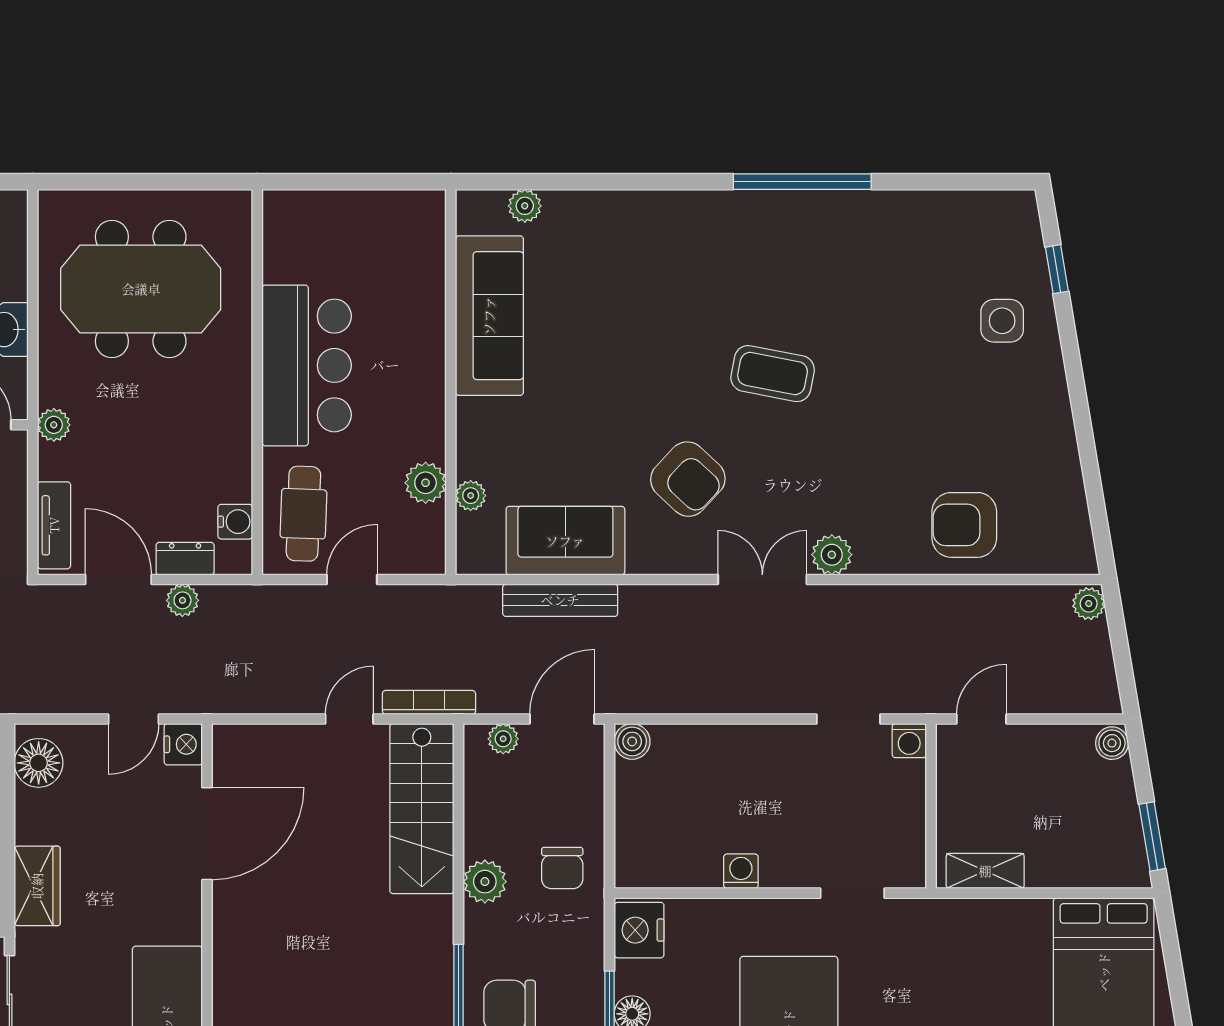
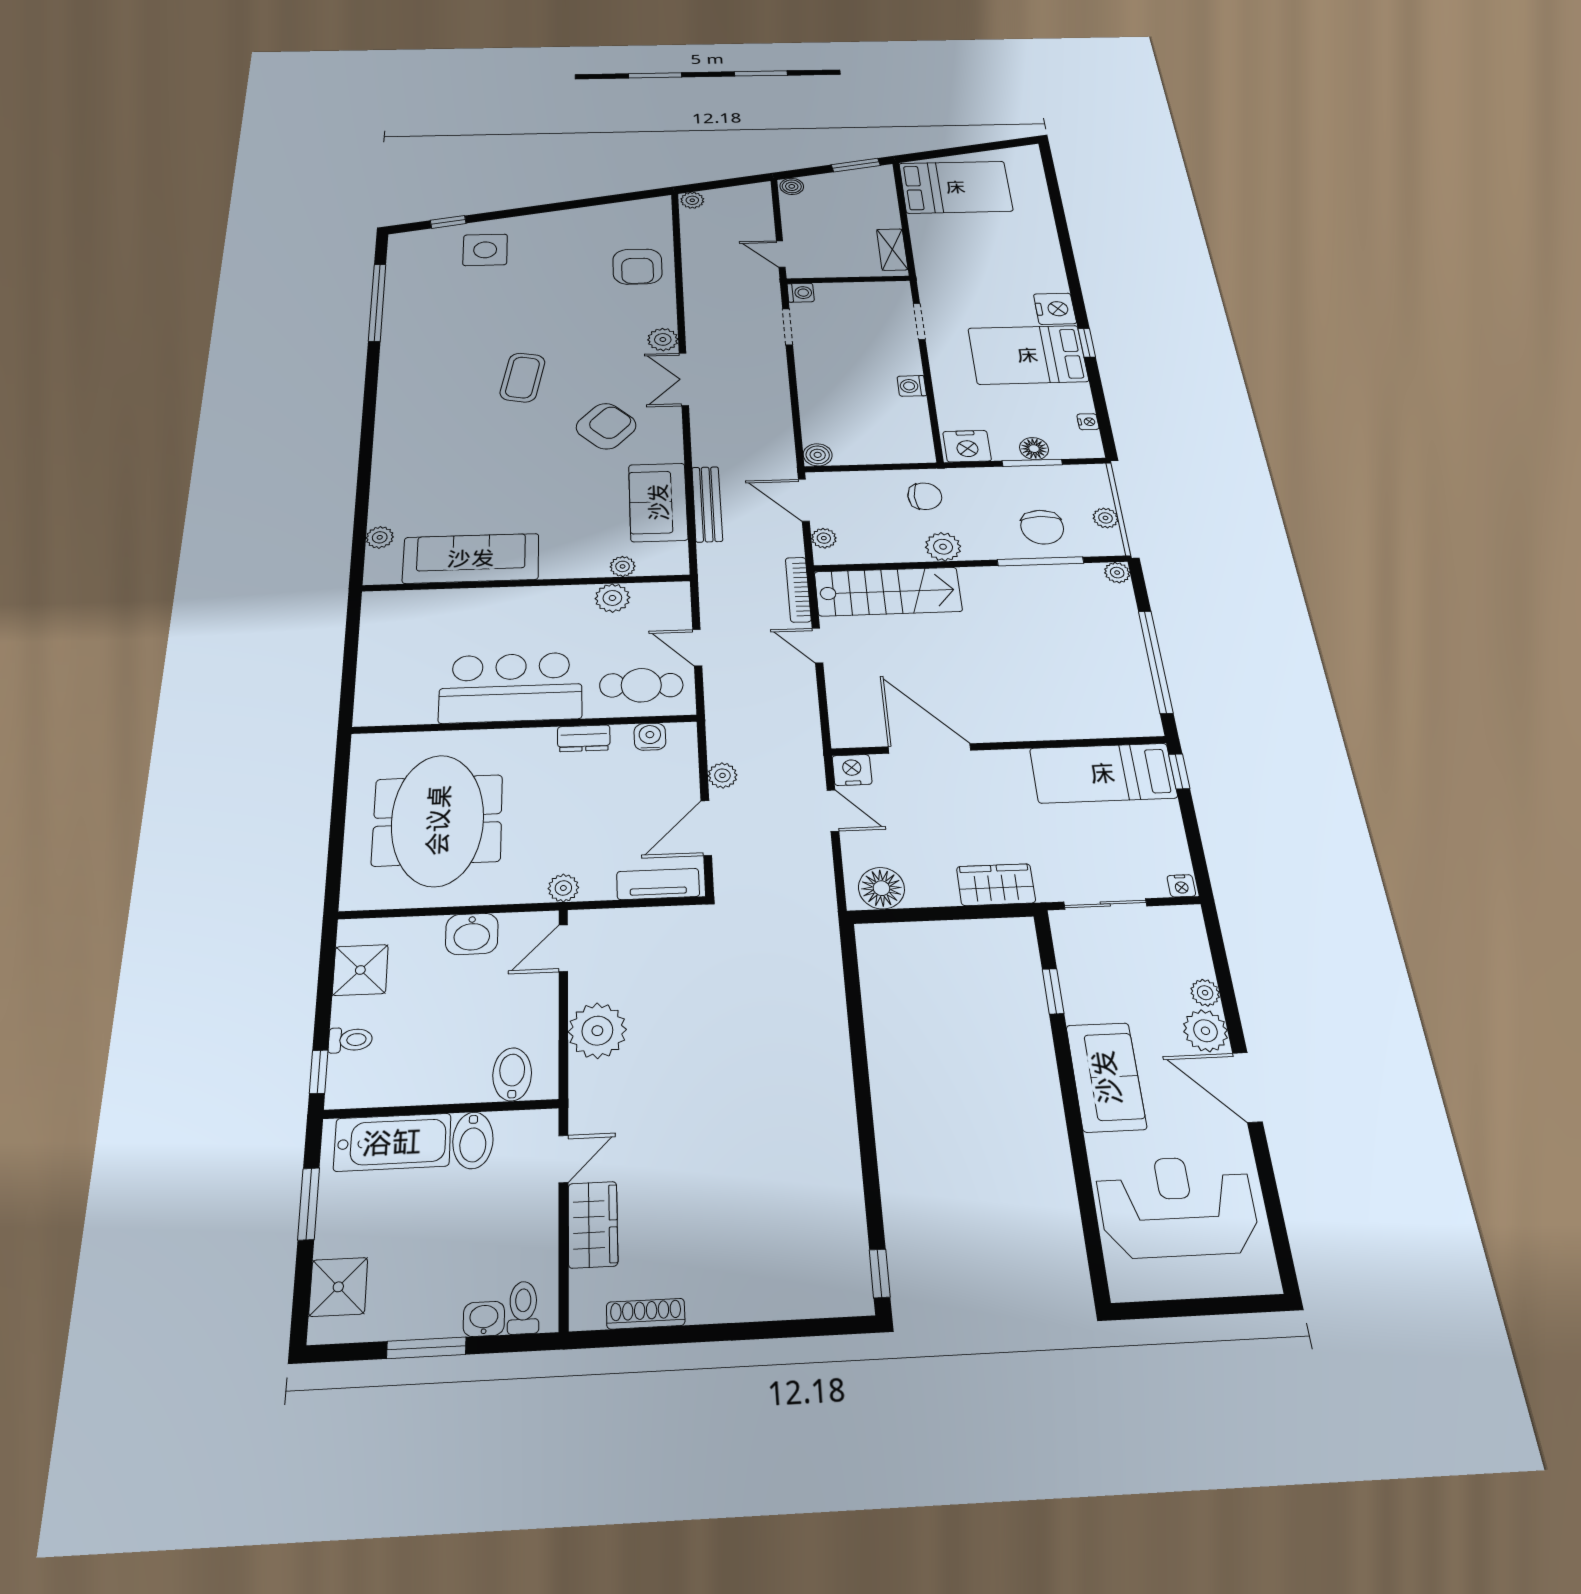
window: (802, 182) -> (377, 302), moved
side table: (1002, 321) -> (485, 250), width x1.37, depth x1.37
dresser: (185, 559) -> (584, 738), moved, turned -90

